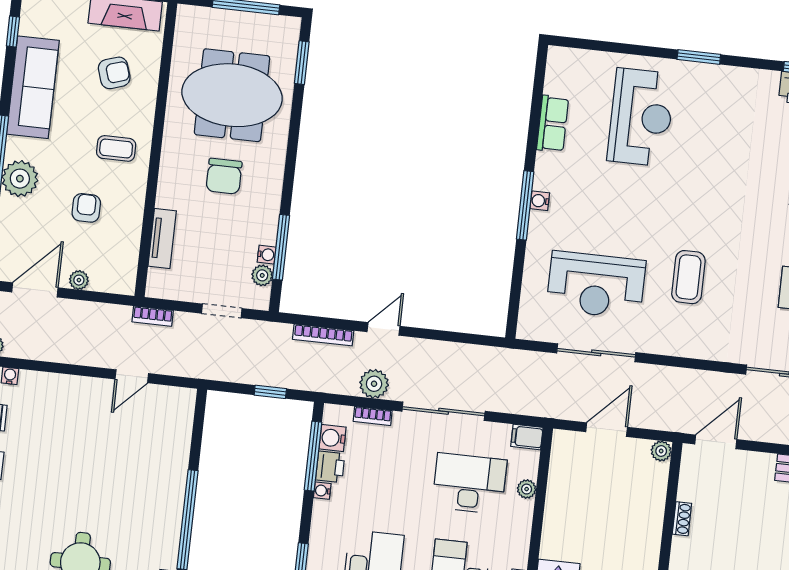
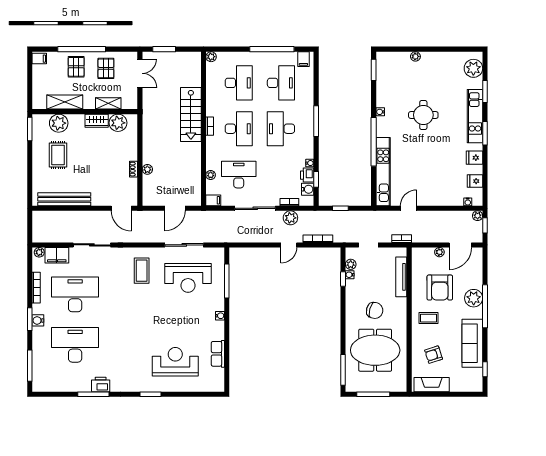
window: (302, 63) -> (343, 370), width x1.44
reception desk: (641, 117) -> (175, 362), turned 90
chair: (224, 176) -> (375, 310), turned 106
window: (525, 205) -> (227, 281), moved
armchair: (86, 208) -> (440, 288), width x1.88, depth x1.88
tv unit: (162, 238) -> (401, 277), width x1.41
window: (281, 247) -> (343, 279), width x0.46
coffee table: (688, 277) -> (142, 271), moved
reception desk: (596, 285) -> (188, 278), turned 180
door: (716, 442) -> (121, 208), hinge flipped
plant: (661, 451) -> (147, 169), moved
window: (313, 456) -> (316, 179), width x0.46
kitchen unit: (175, 457) -> (383, 172), added
desk: (469, 484) -> (239, 175), turned 180

